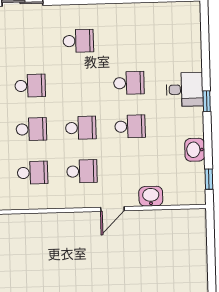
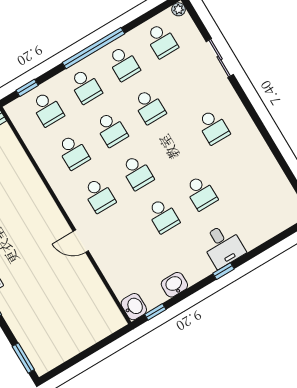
washbasin: (151, 196) -> (134, 307), moved

